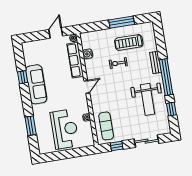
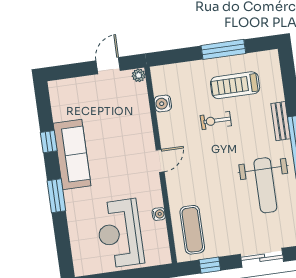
row of seats: (75, 60) -> (141, 114), removed
window: (31, 126) -> (56, 196), moved
reception desk: (65, 129) -> (120, 233), turned 180

